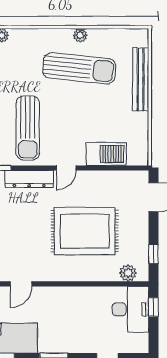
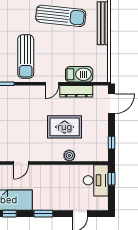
dresser: (29, 179) -> (76, 91), moved
rug: (85, 231) -> (65, 127), width x0.73, depth x0.69
plant: (128, 273) -> (69, 155), moved

